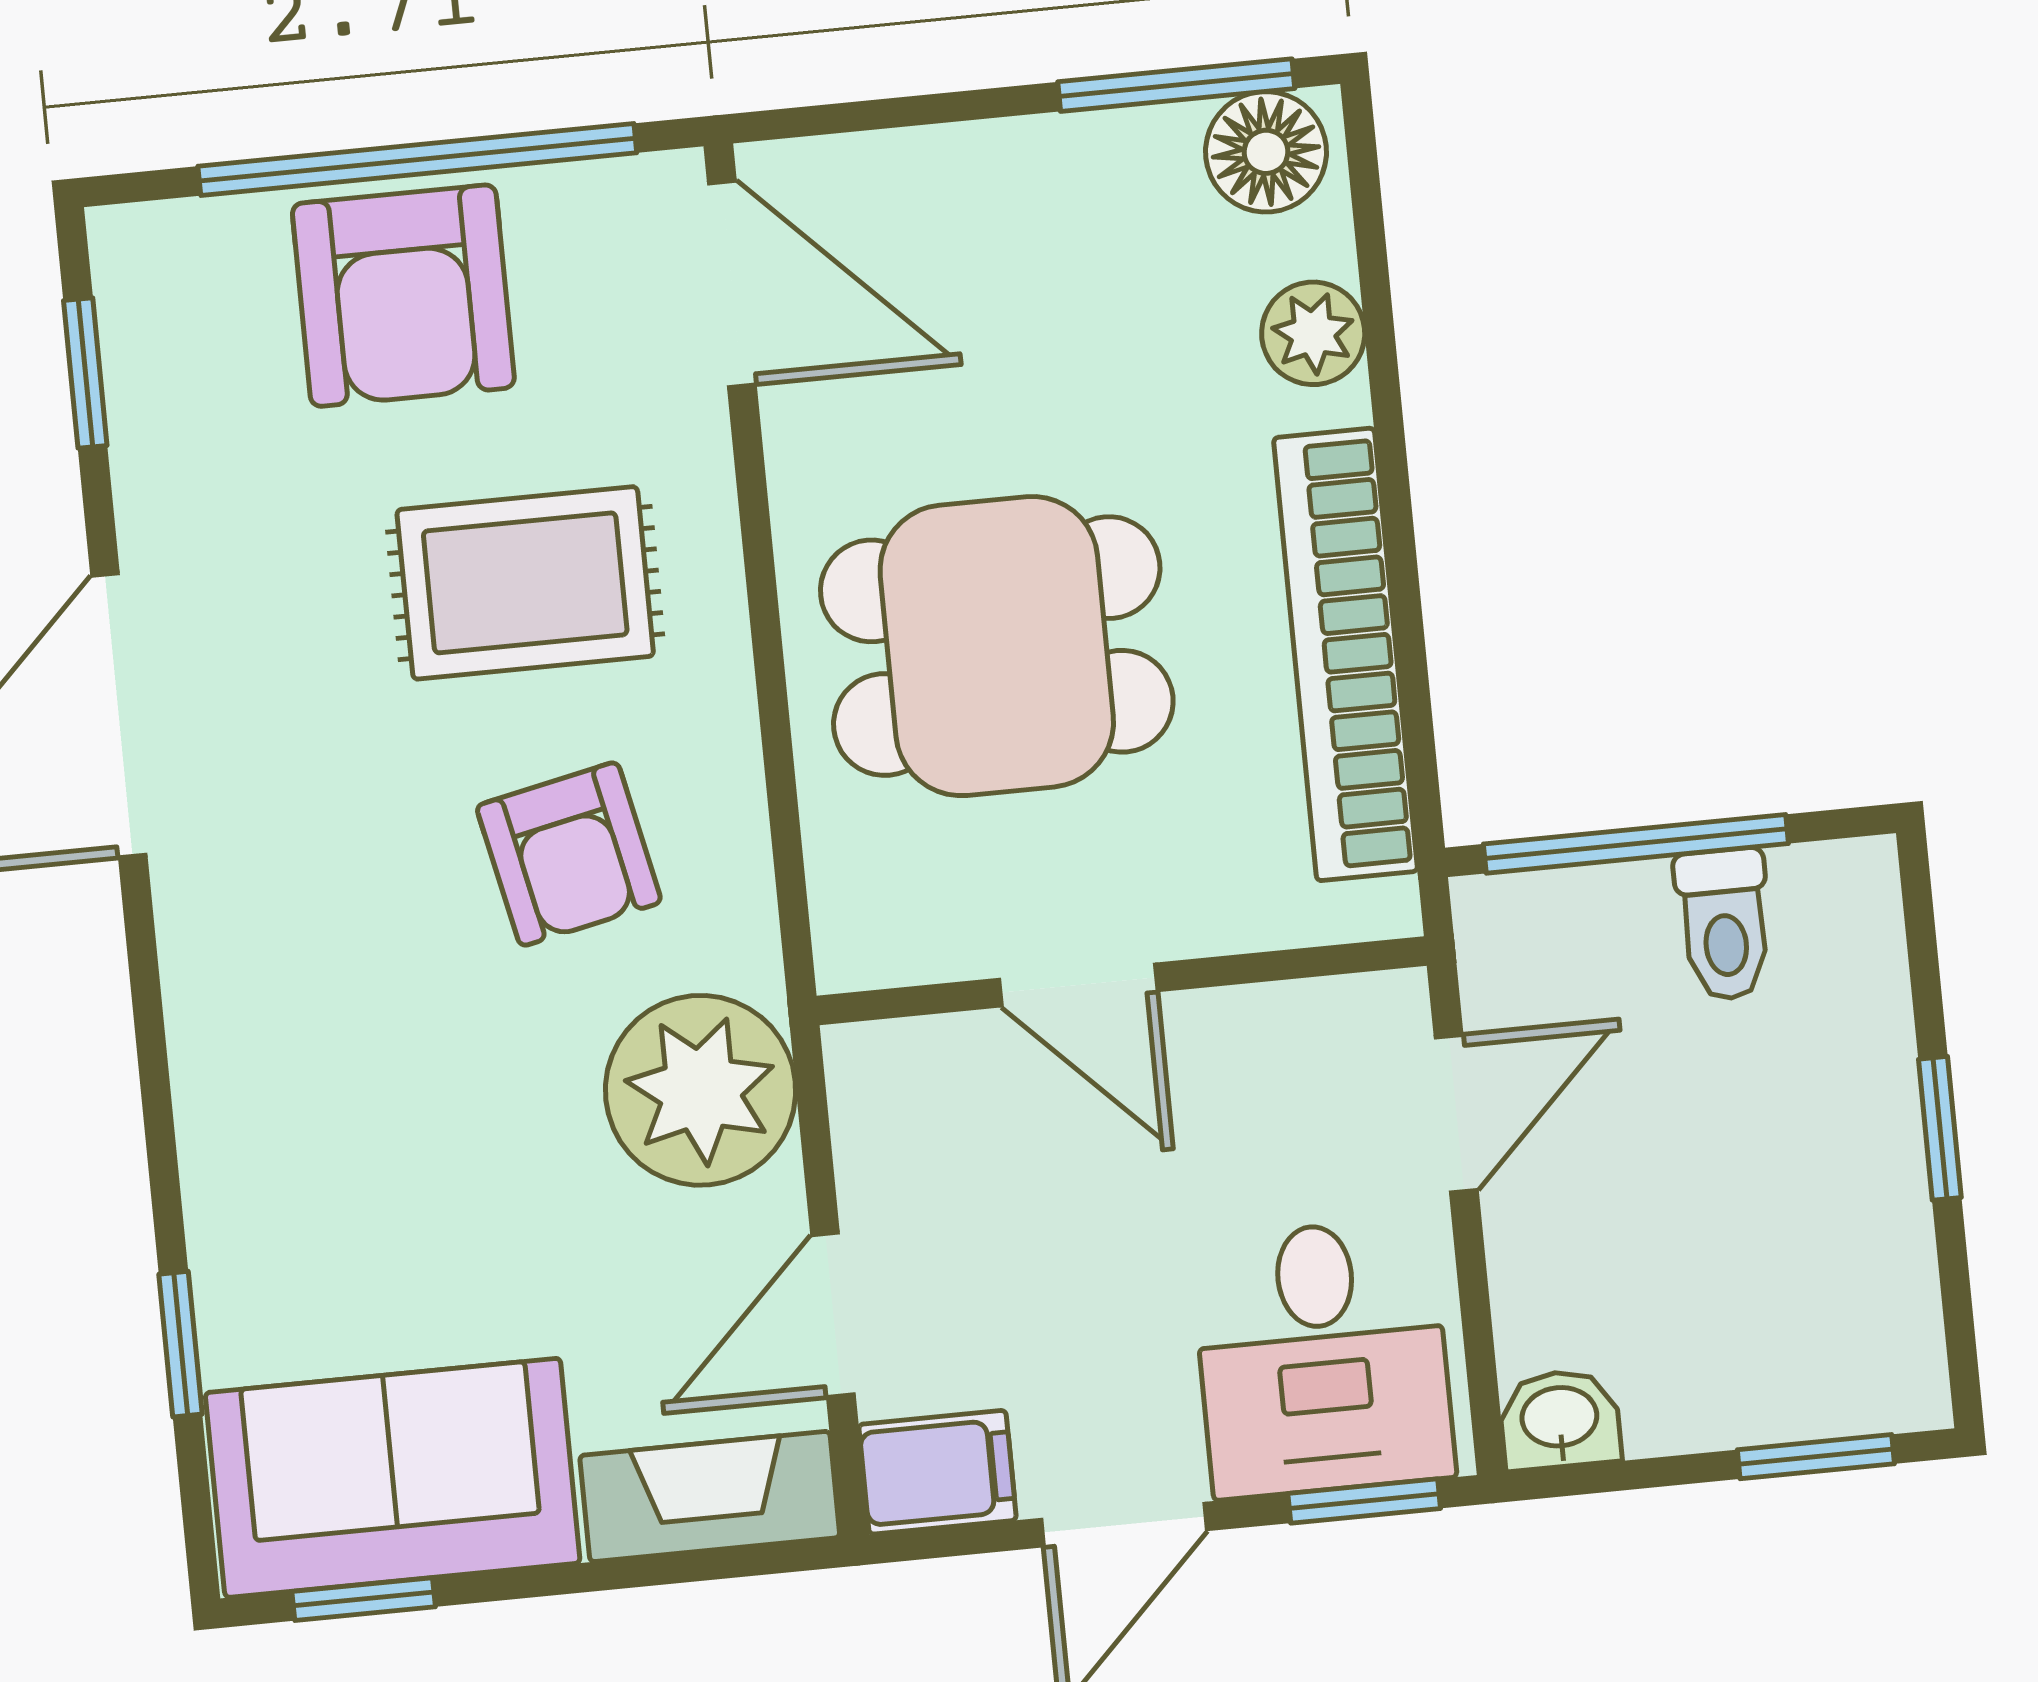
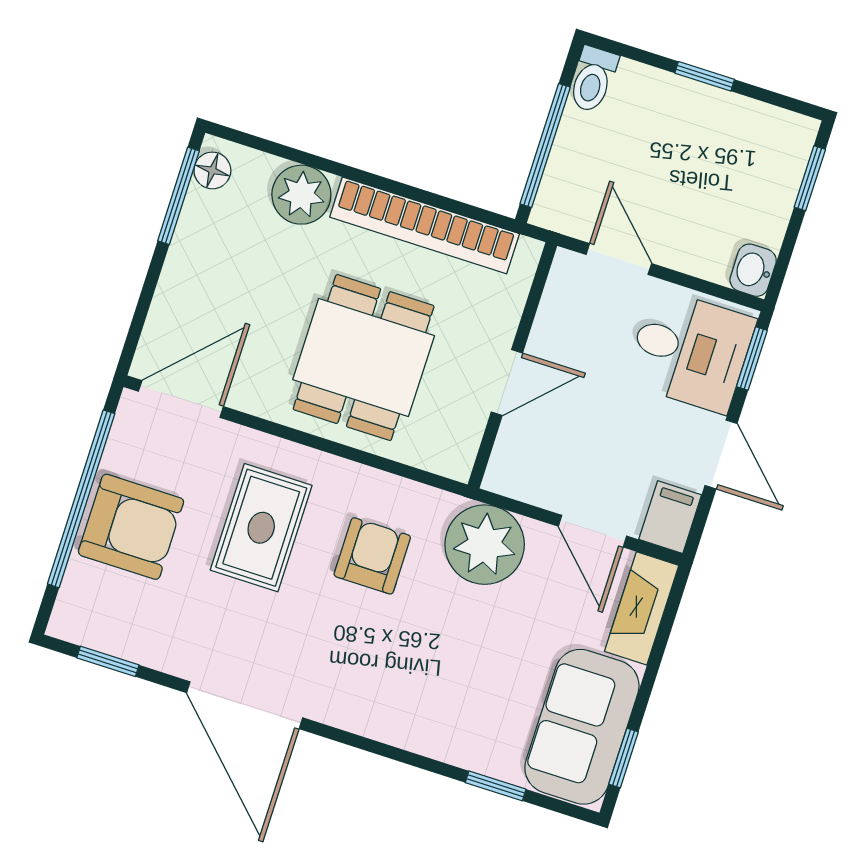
floor lamp: (1266, 152) -> (212, 170), width x0.73, depth x0.73
plant: (1313, 333) -> (301, 195), width x1.38, depth x1.38
armchair: (569, 854) -> (372, 556), turned -78
toilet: (1724, 924) -> (593, 79), moved, turned 90

